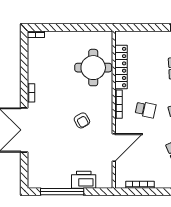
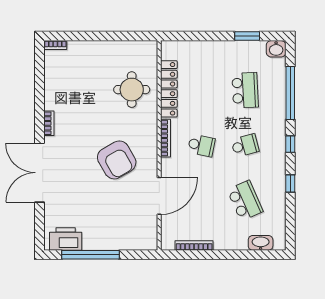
round table: (93, 68) -> (132, 90), width x0.73, depth x0.73
armchair: (82, 120) -> (117, 160), width x1.88, depth x1.88
printer: (84, 180) -> (66, 239), moved

